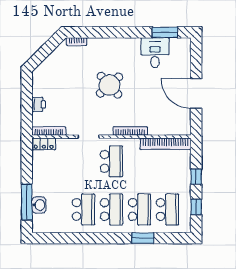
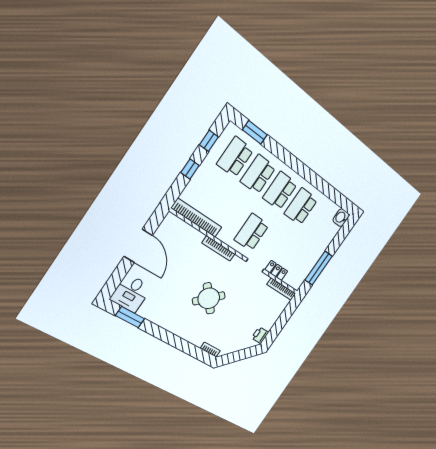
desk: (155, 53) -> (131, 293), moved
printer: (39, 104) -> (260, 335), moved
locker: (44, 144) -> (276, 271), moved
window: (27, 202) -> (319, 268), moved
washbasin: (39, 205) -> (341, 218), moved
window: (143, 238) -> (255, 132), moved

